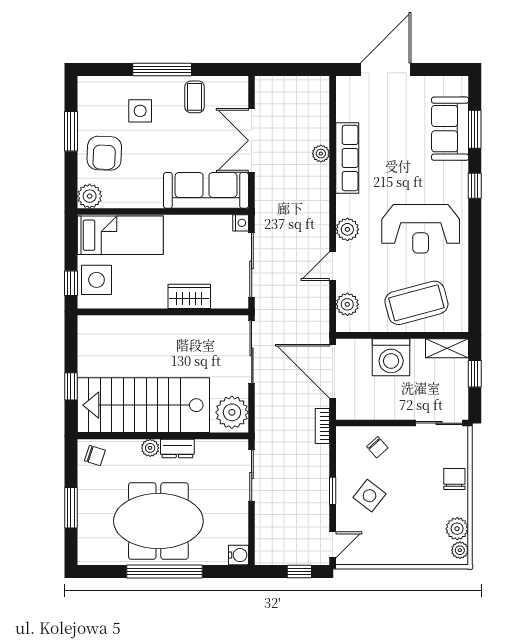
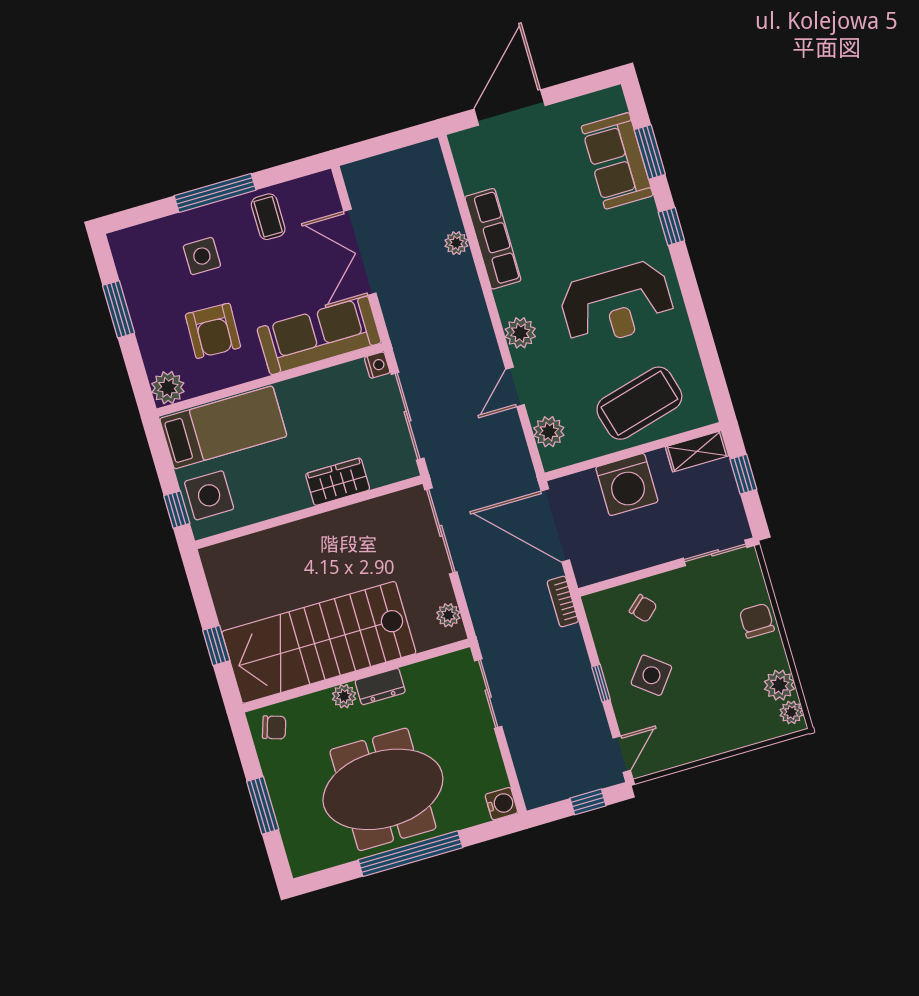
armchair: (104, 153) -> (213, 331), moved
plant: (232, 412) -> (448, 615), width x0.53, depth x0.53

